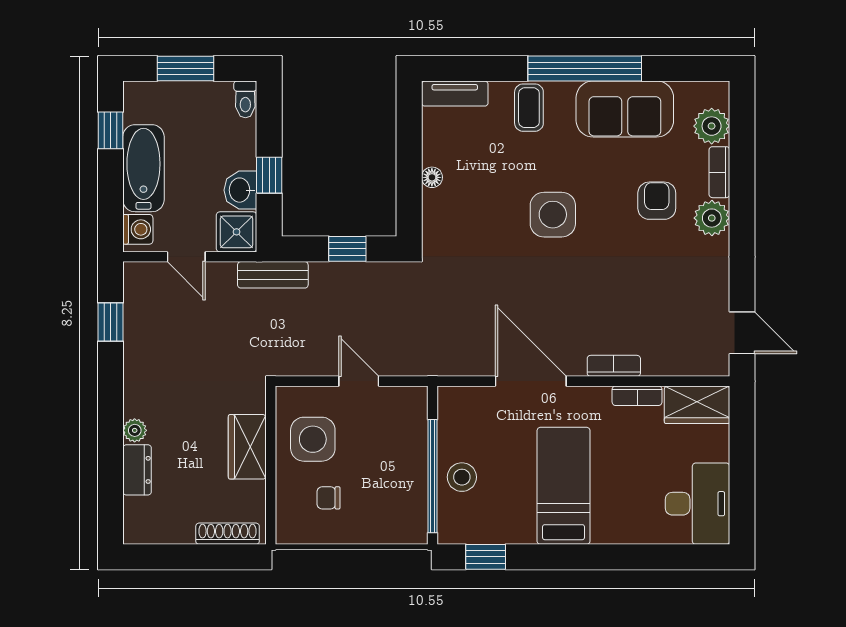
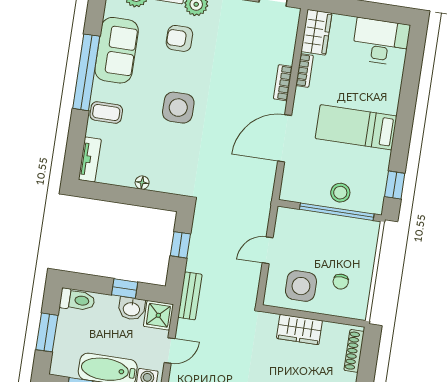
toilet: (245, 99) -> (77, 300), width x1.37, depth x1.39

